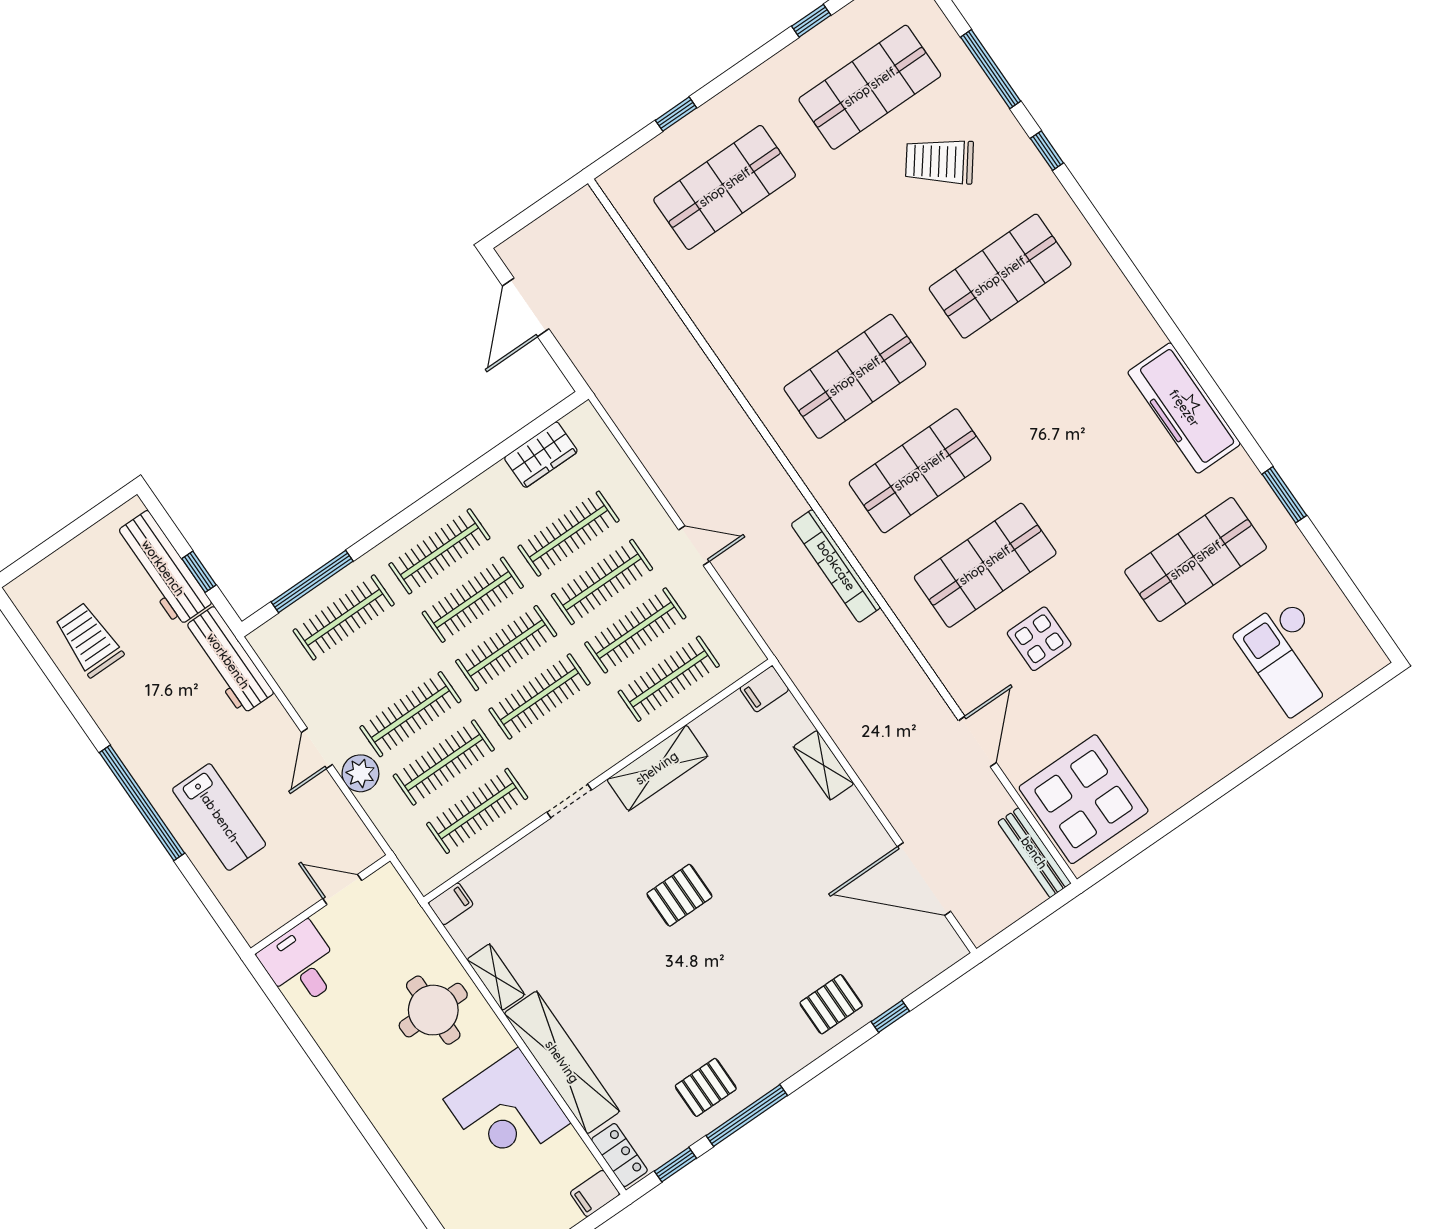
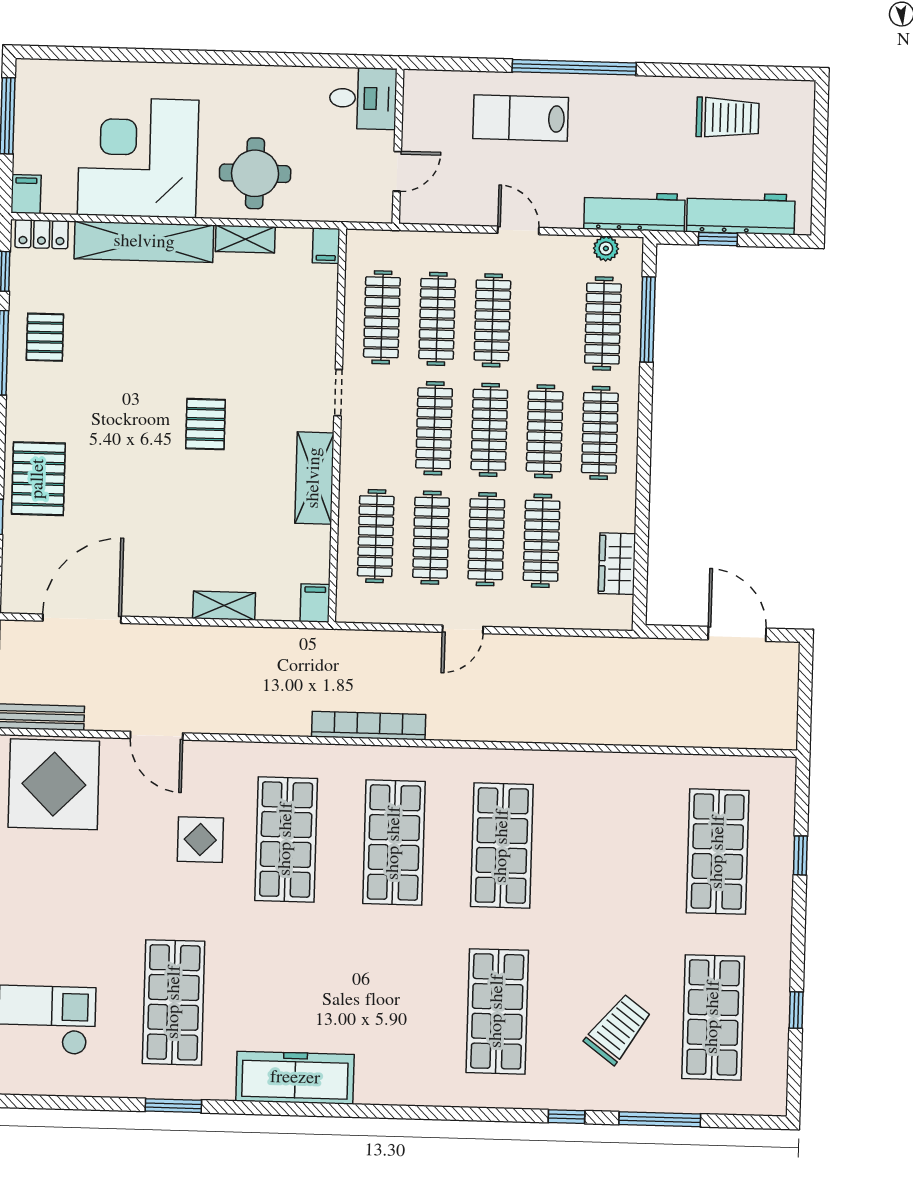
plant: (360, 773) -> (606, 248), moved, width x0.73, depth x0.73
pallet: (831, 1004) -> (38, 479), width x1.50, depth x1.42
corner desk: (507, 1111) -> (138, 157), width x1.36, depth x1.36

